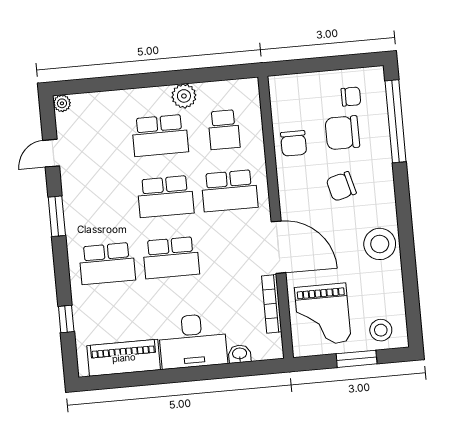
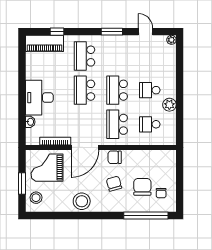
school desk: (160, 135) -> (150, 90), width x0.54
chair: (294, 143) -> (115, 157), moved
piano: (124, 358) -> (44, 43), moved, turned 90

